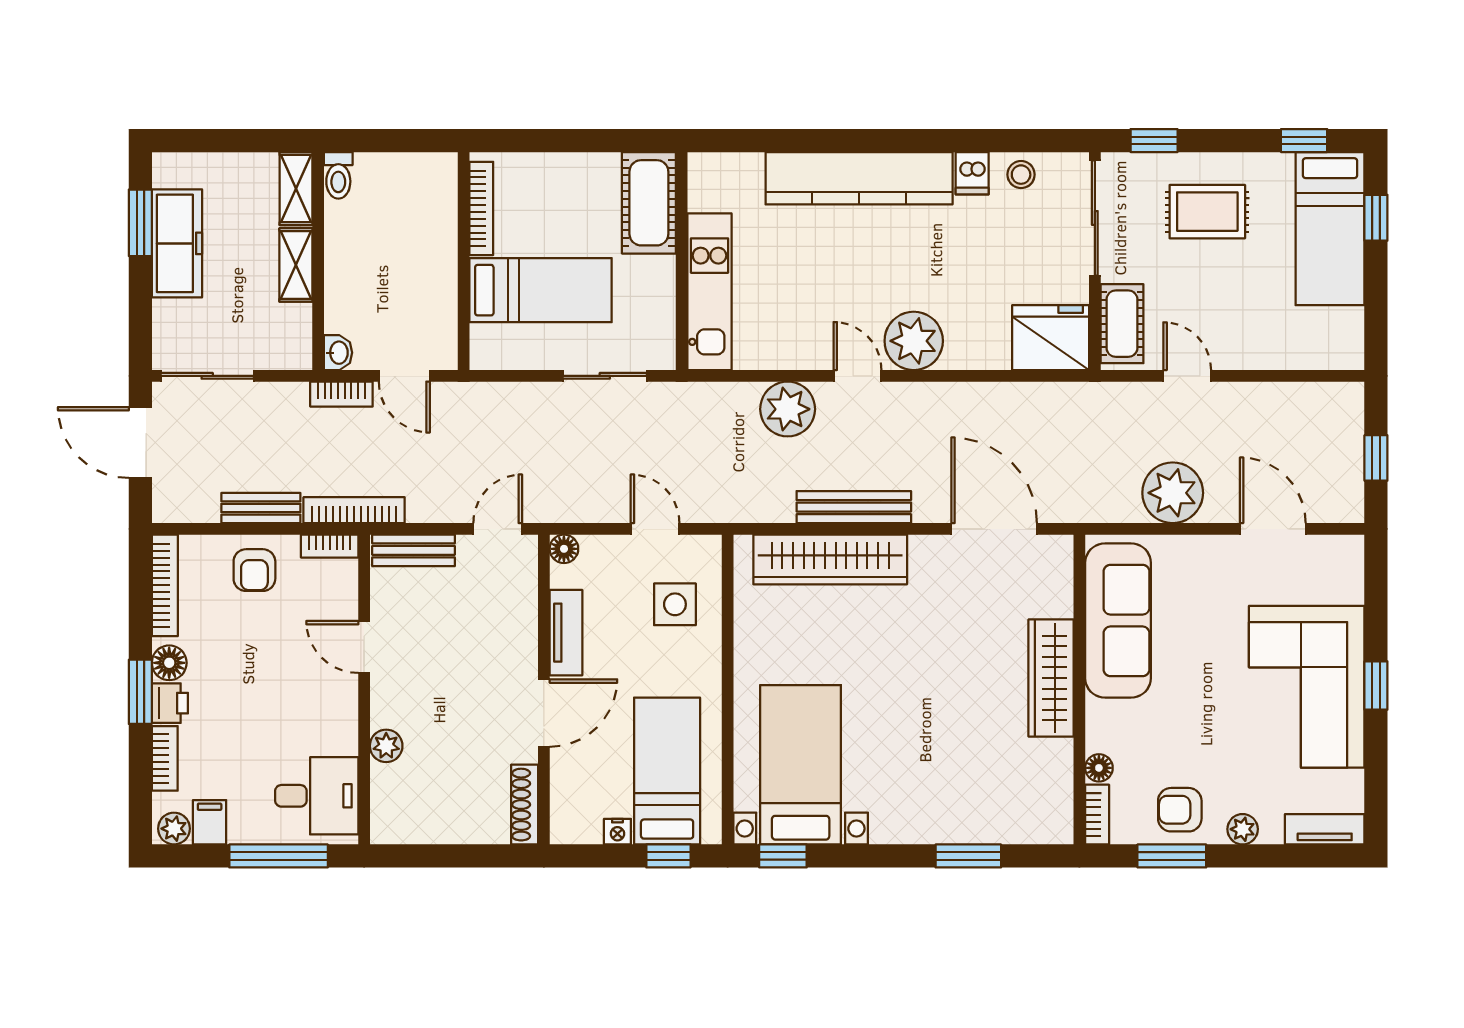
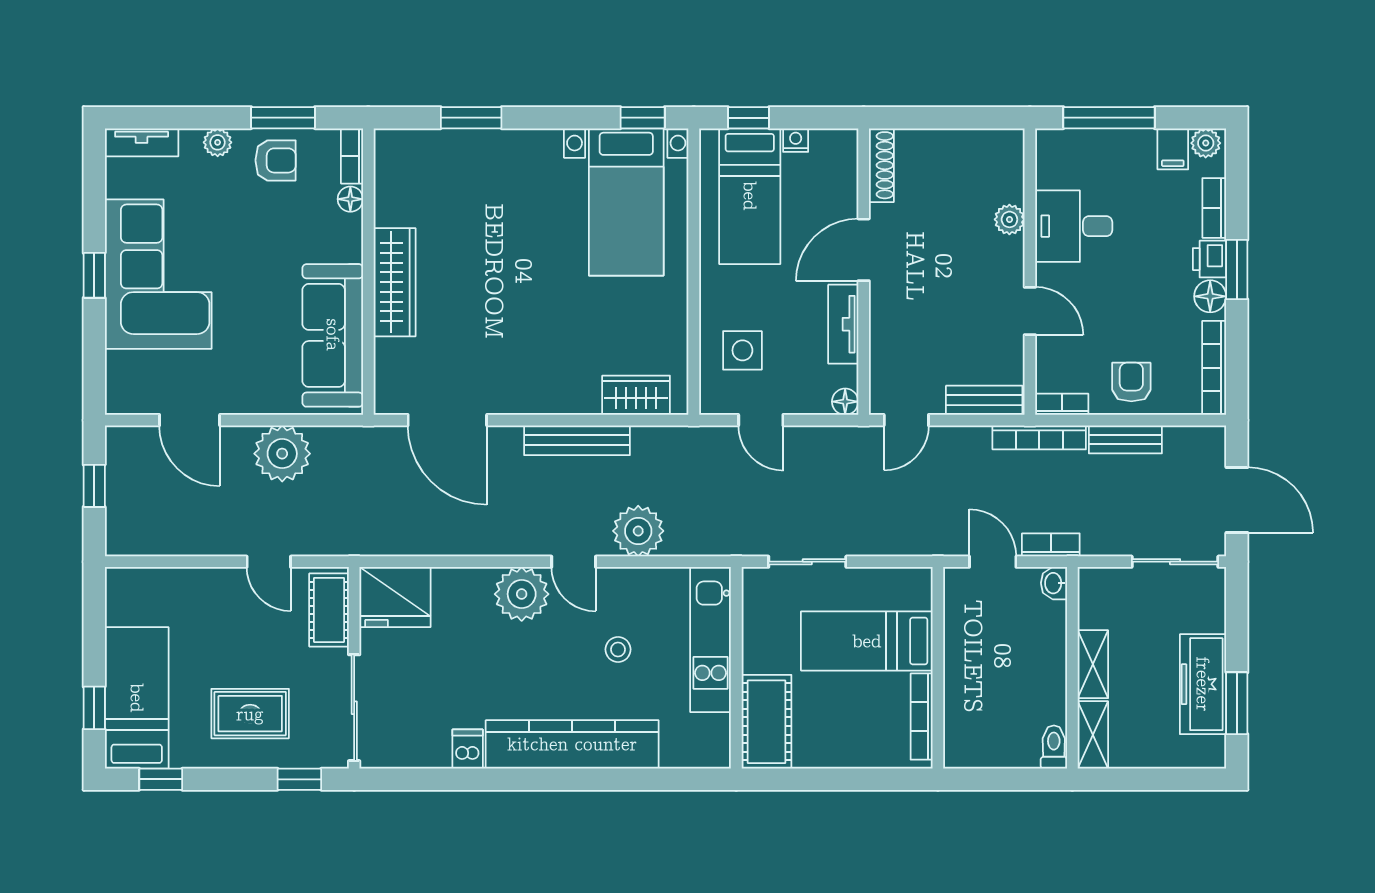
stool: (1021, 175) -> (618, 649), moved
wardrobe: (830, 559) -> (636, 395), width x0.48, depth x0.85
desk: (317, 796) -> (1074, 226), moved

